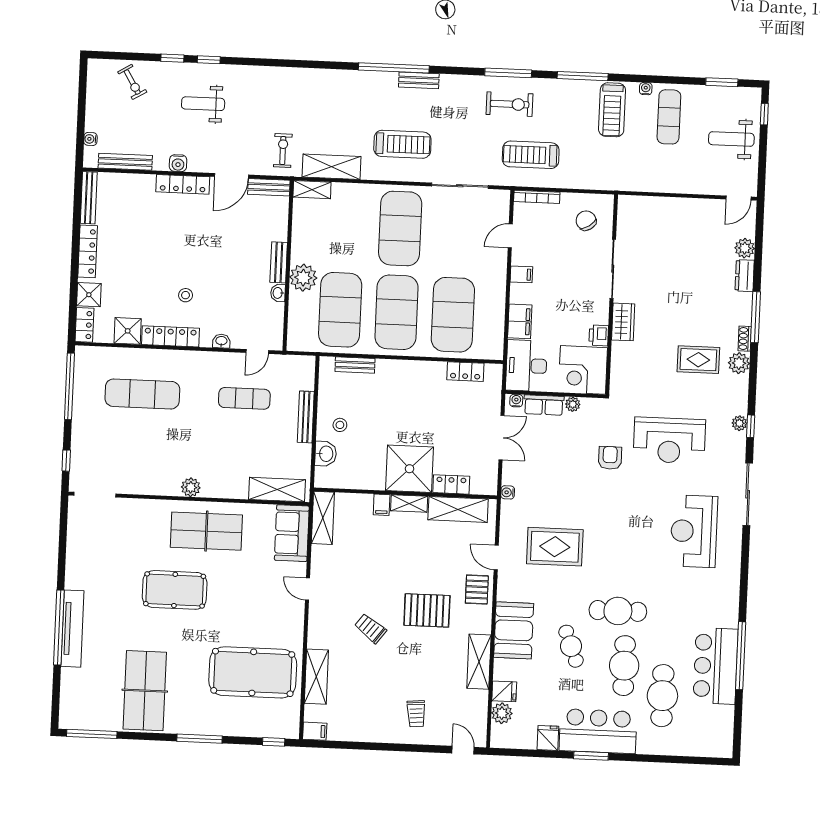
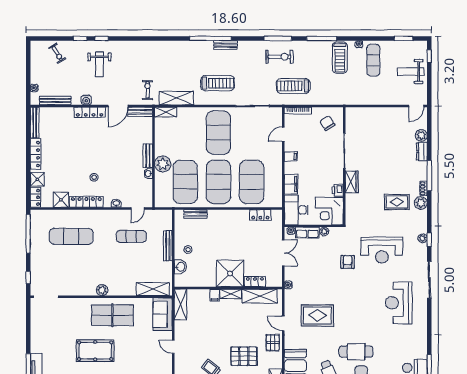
weight bench: (203, 104) -> (99, 64), turned -90

